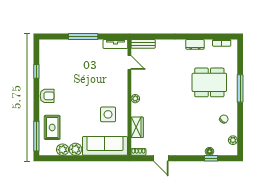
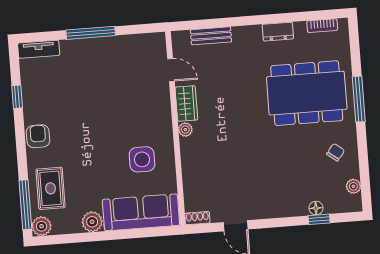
tv unit: (115, 44) -> (39, 49), moved
bench: (143, 44) -> (211, 36), moved
dining table: (209, 82) -> (307, 93), width x1.36, depth x1.24
armchair: (47, 96) -> (38, 136), turned -90
wardrobe: (137, 127) -> (186, 104), moved
plant: (63, 150) -> (42, 226), moved

